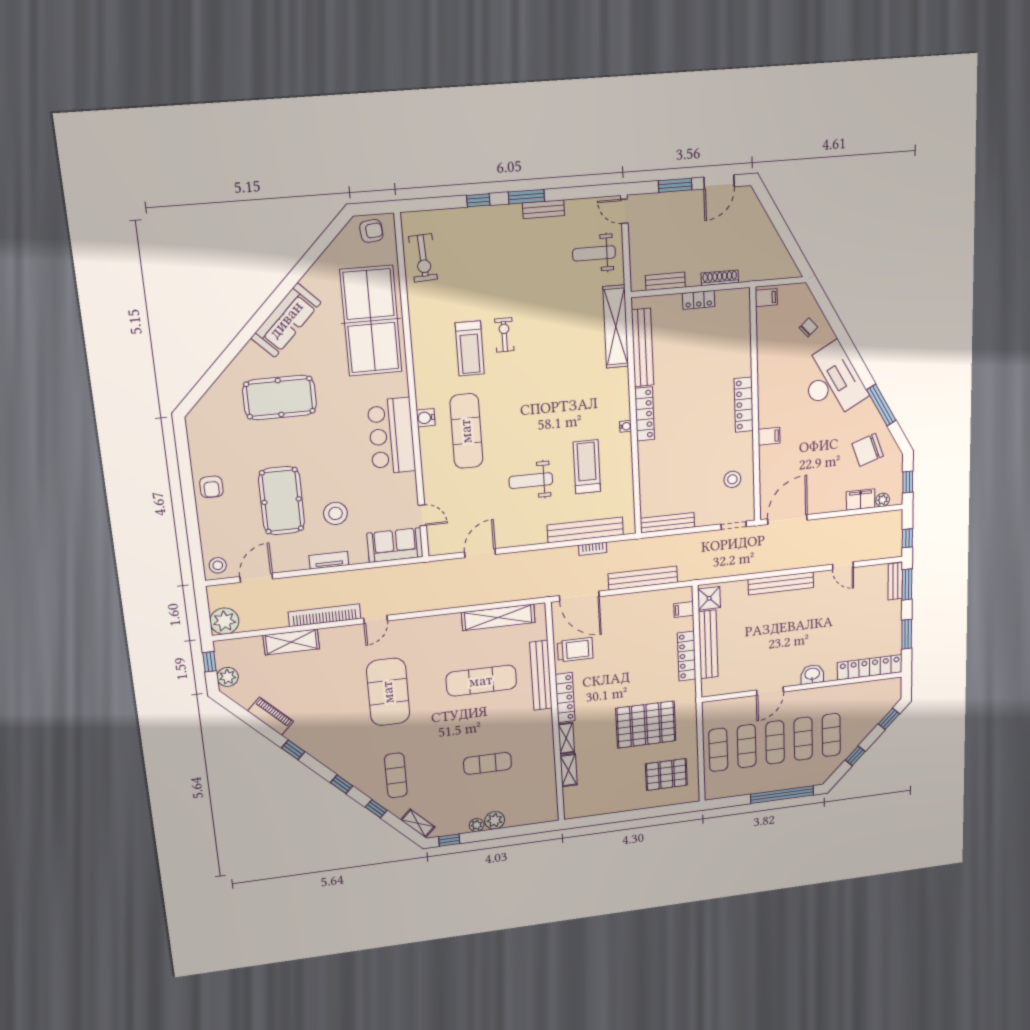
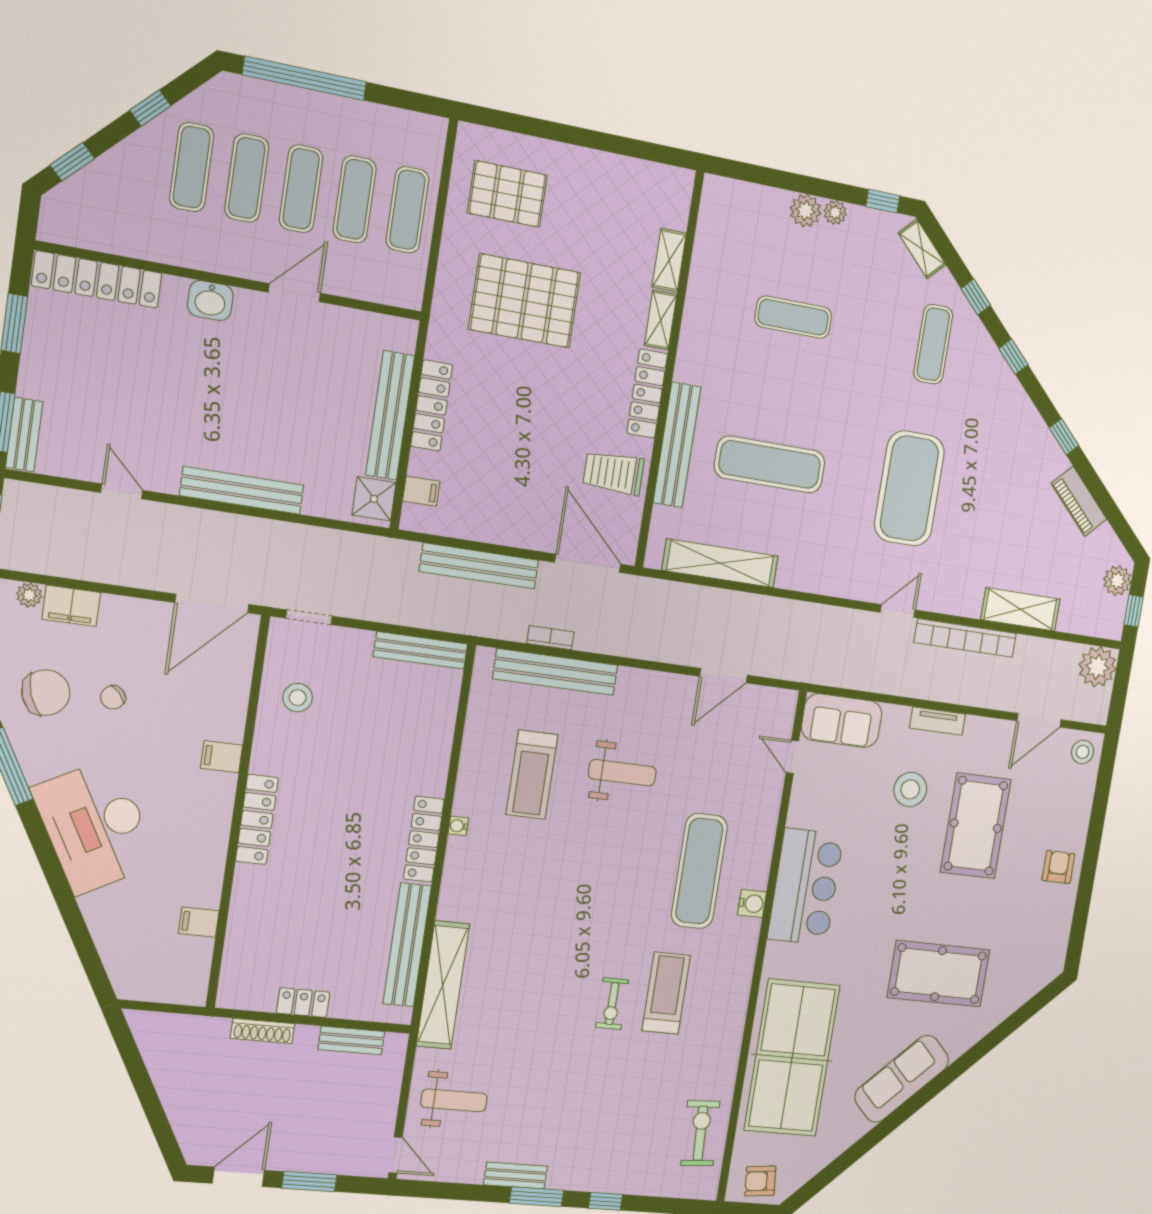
filing cabinet: (766, 298) -> (199, 922), moved
chair: (808, 327) -> (113, 697), moved

